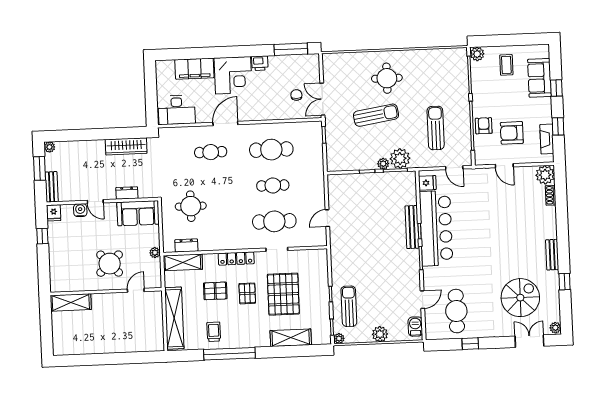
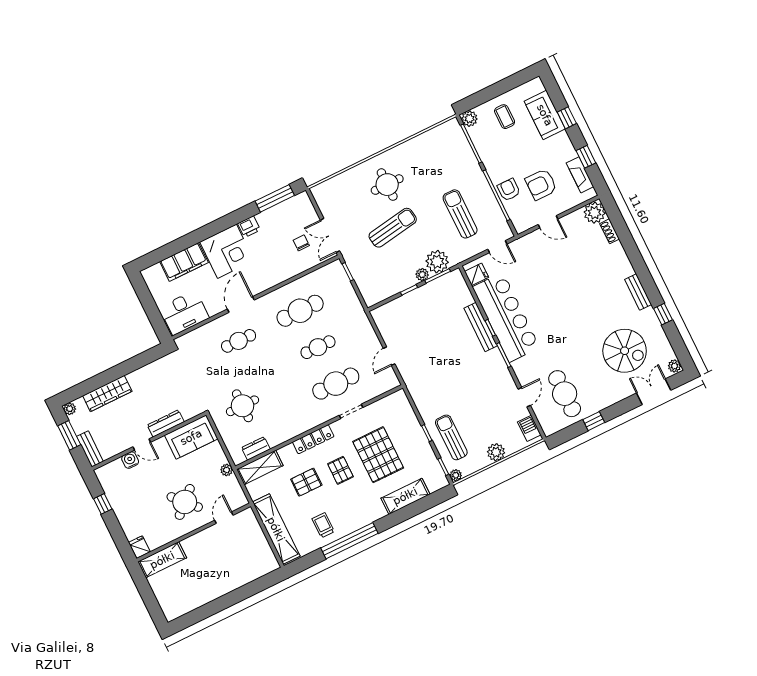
wardrobe: (126, 146) -> (107, 394), moved
dresser: (127, 193) -> (166, 423), width x1.44
fridge: (54, 213) -> (140, 547), moved, turned 180
spiral stairs: (520, 298) -> (625, 351), turned 90

